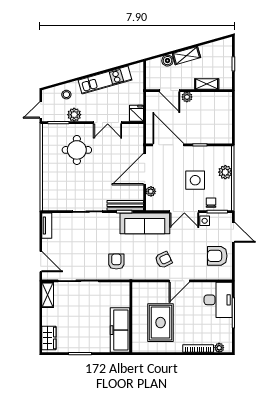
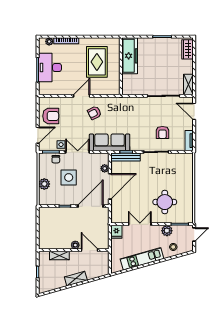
boiler: (167, 61) -> (91, 275), removed
door: (168, 145) -> (91, 206), swing flipped
door: (233, 232) -> (38, 135), swing flipped
armchair: (116, 262) -> (162, 132), moved
desk: (218, 300) -> (50, 67), moved

